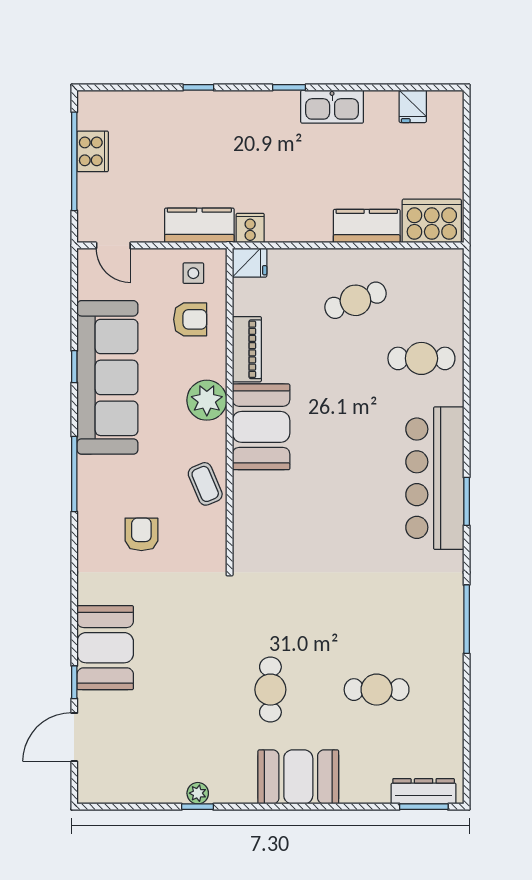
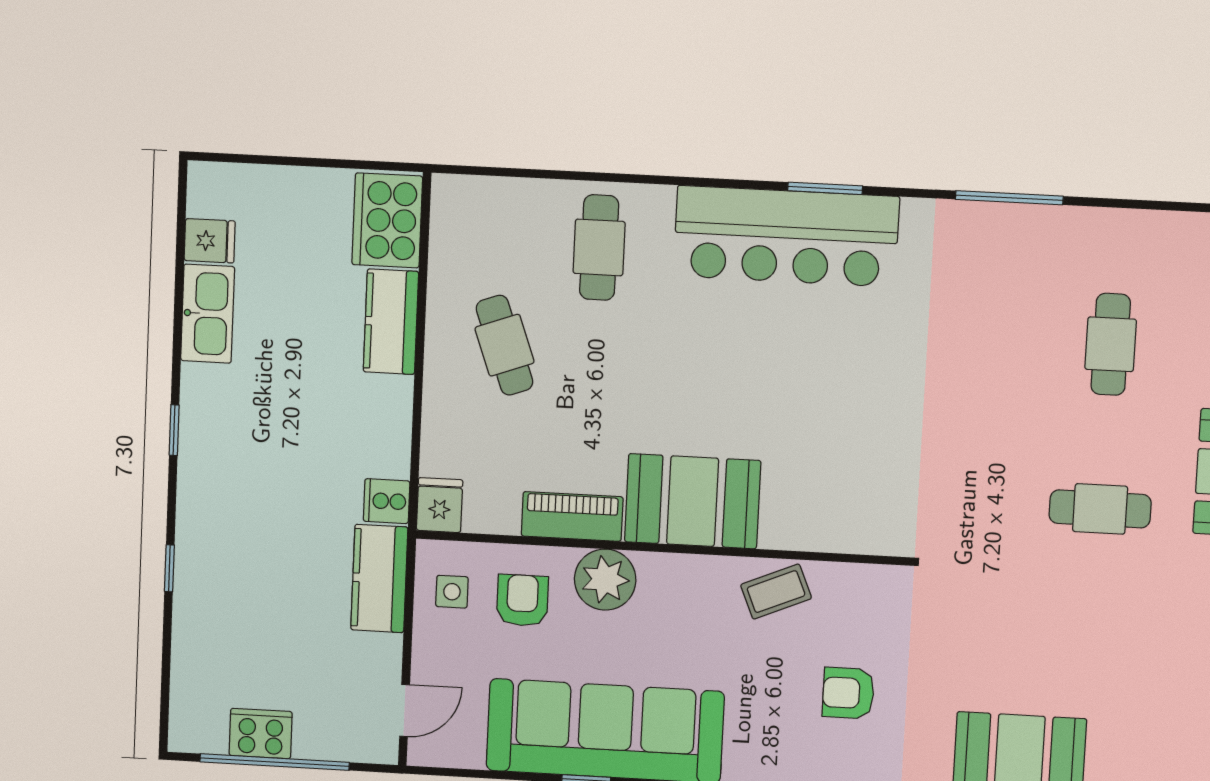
kitchen sink: (332, 107) -> (208, 314), moved
plant: (207, 400) -> (605, 580), moved

